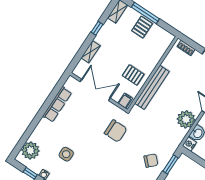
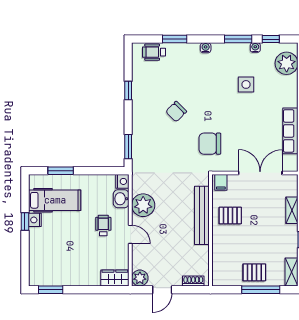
pallet: (142, 27) -> (254, 272), turned 90
double door: (95, 90) -> (260, 173), swing flipped
chair: (151, 161) -> (176, 112), moved

